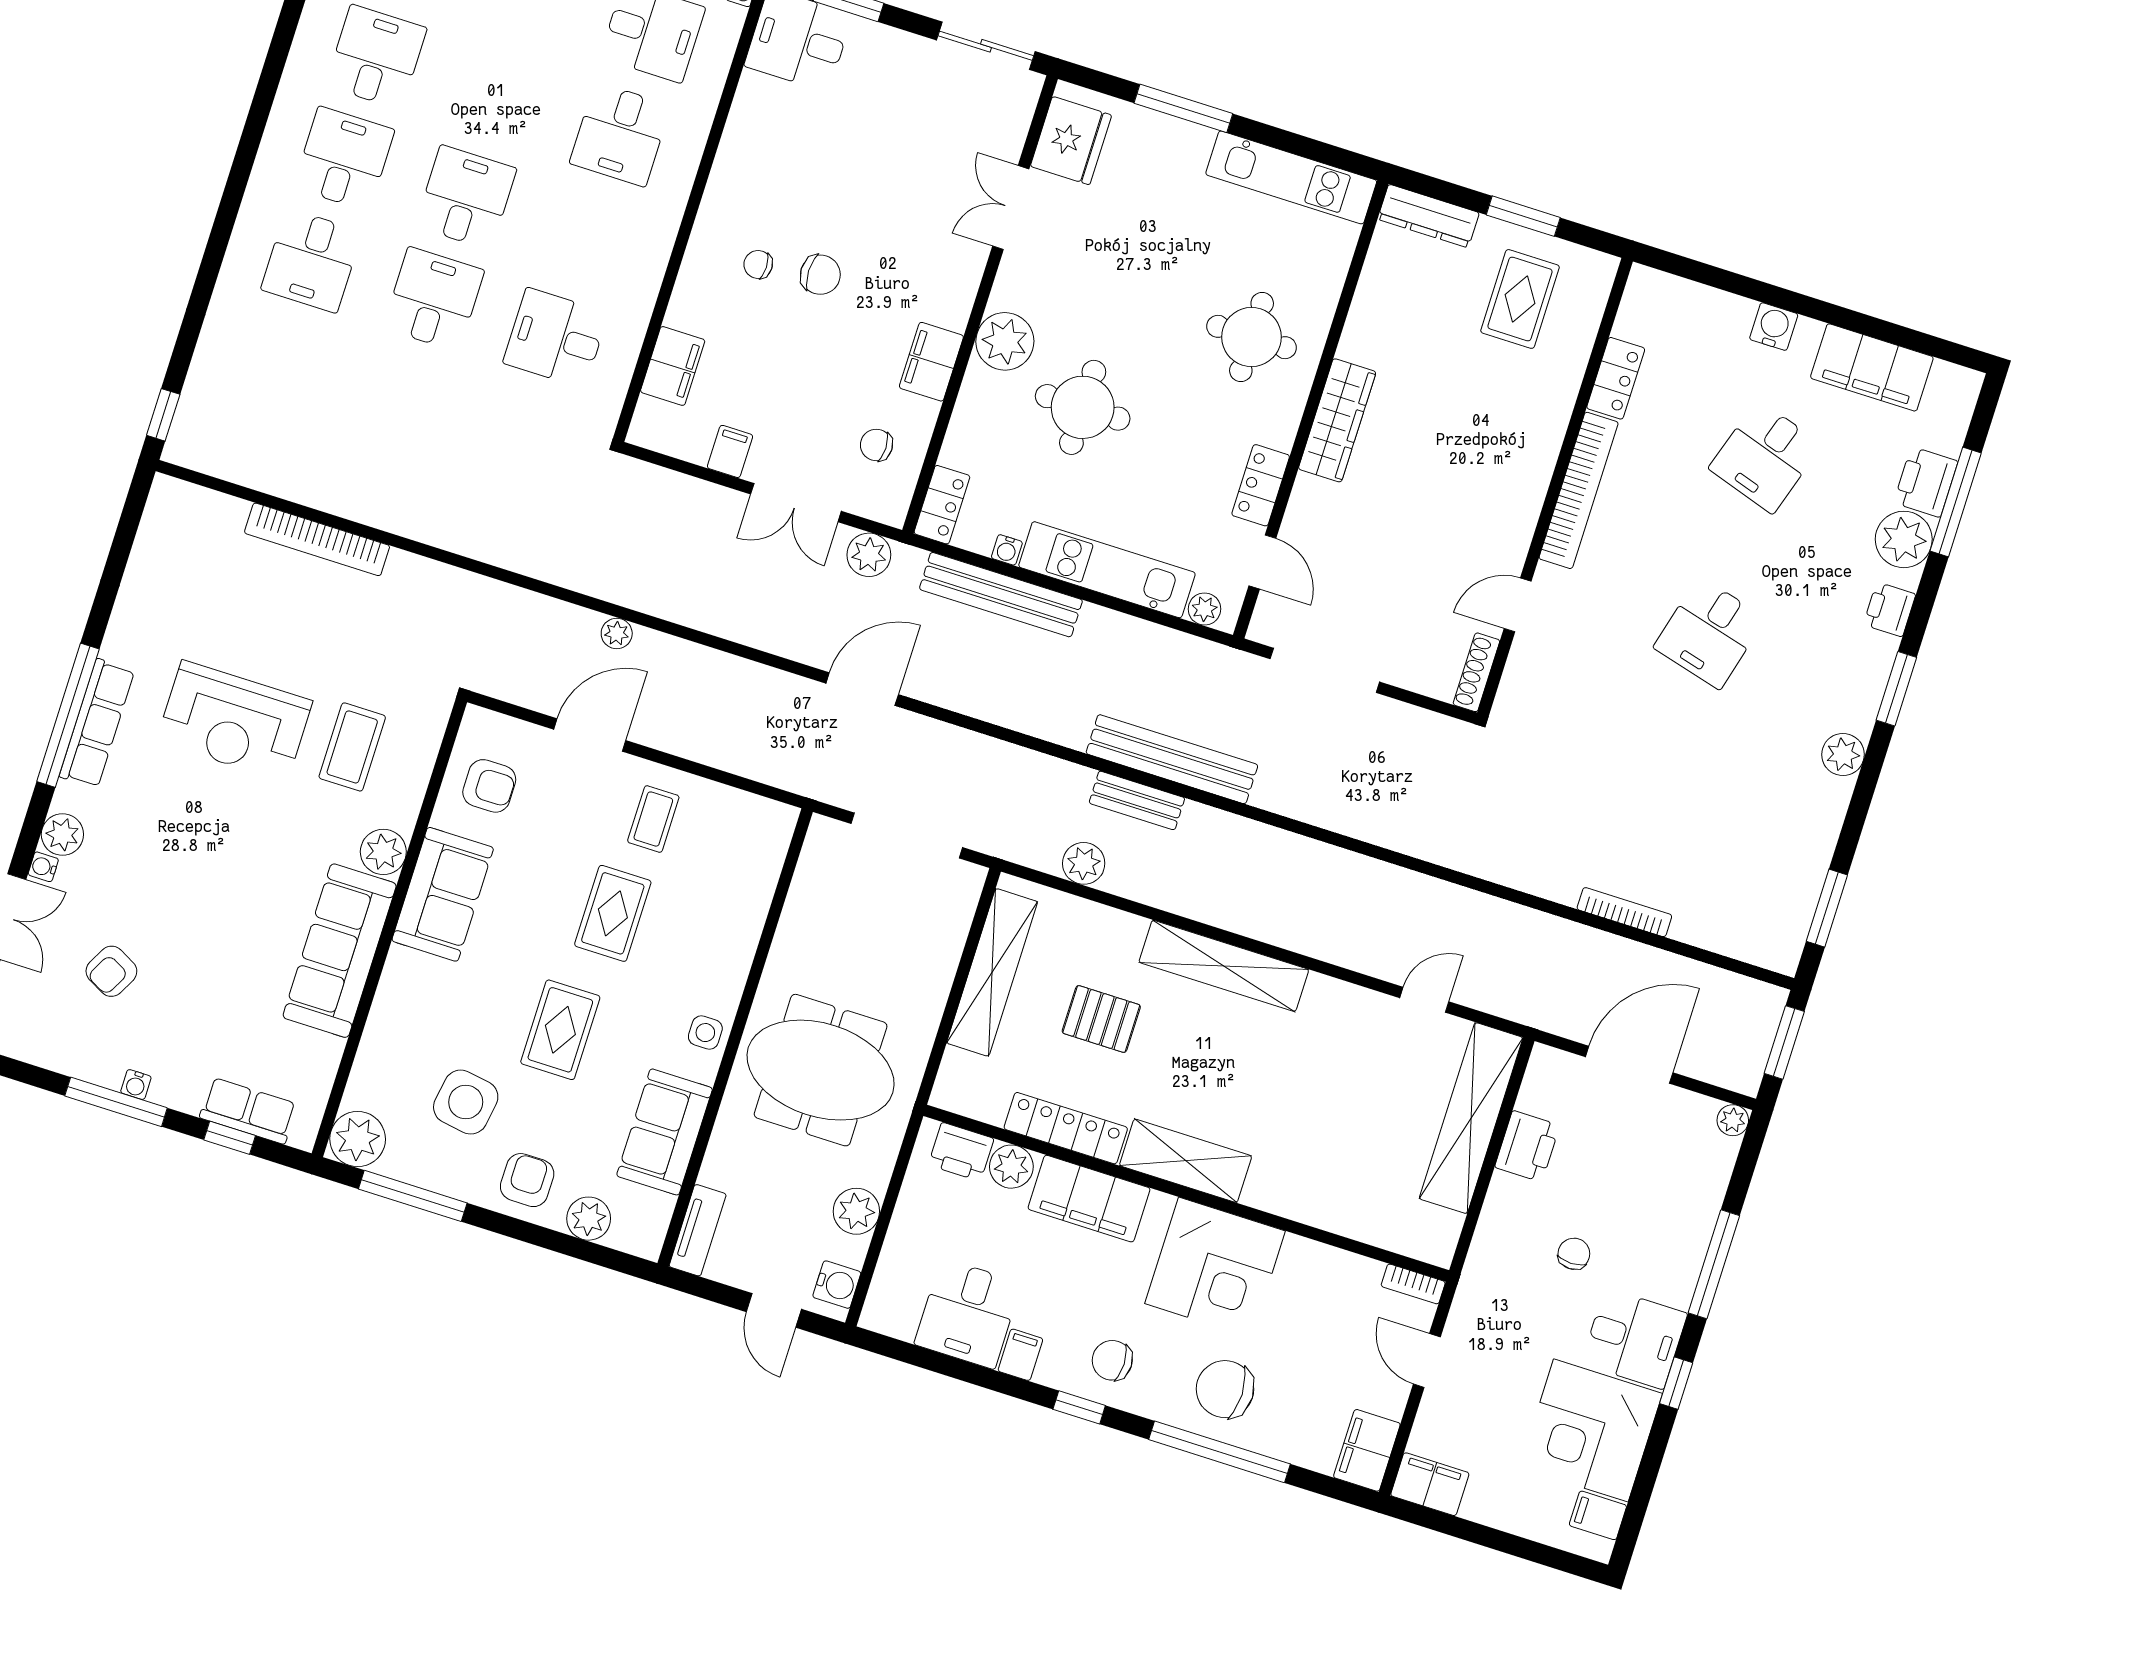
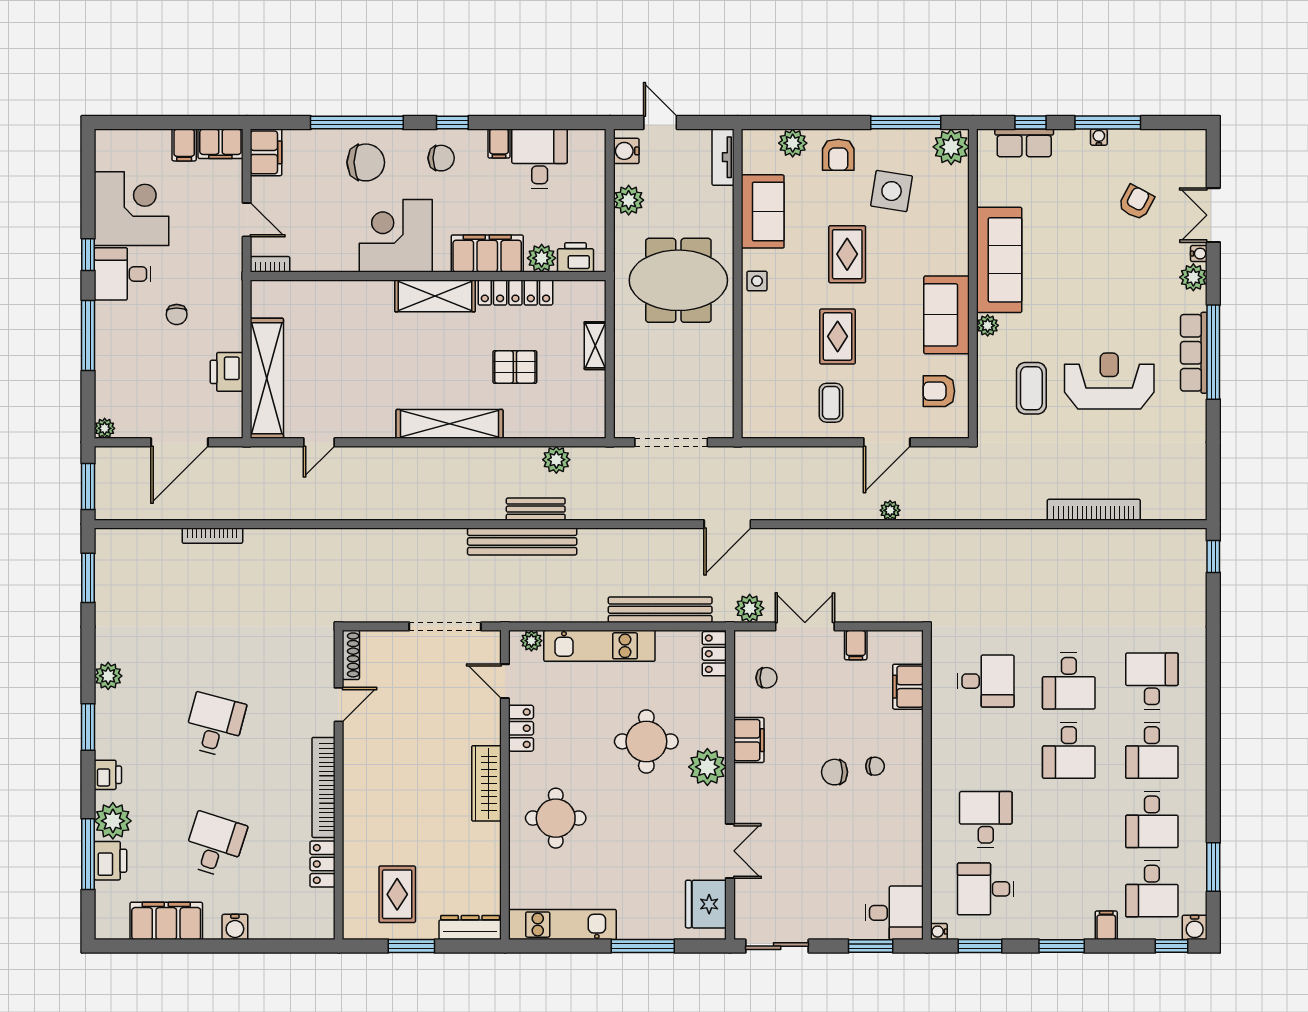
water cooler: (1007, 550) -> (665, 639), removed
plant: (383, 852) -> (988, 325), width x0.73, depth x0.73
shelving: (992, 972) -> (595, 346), width x0.45, depth x0.75
filing cabinet: (1598, 1515) -> (184, 145), moved, turned 90

